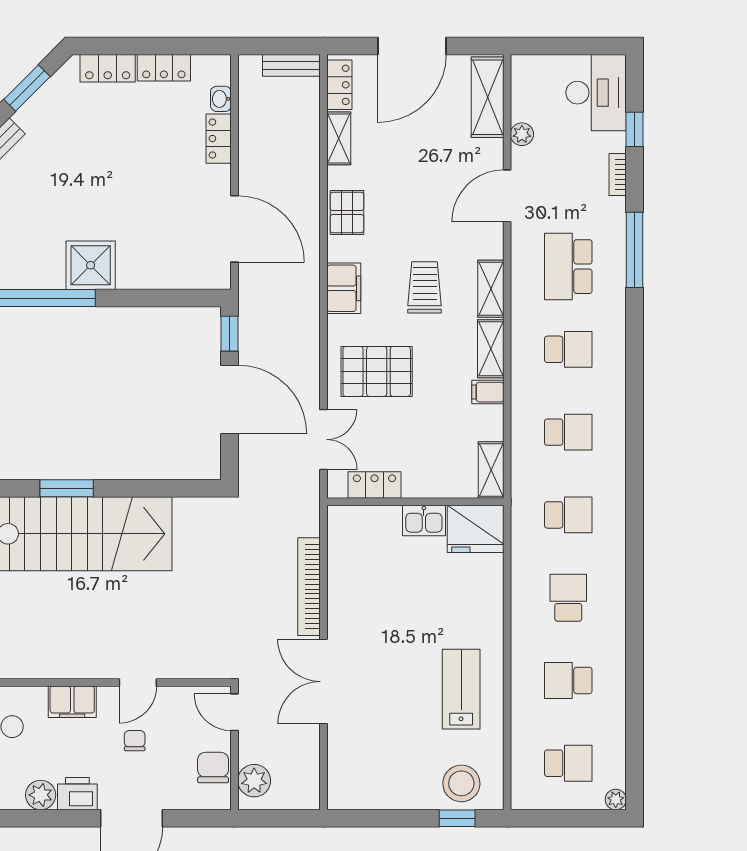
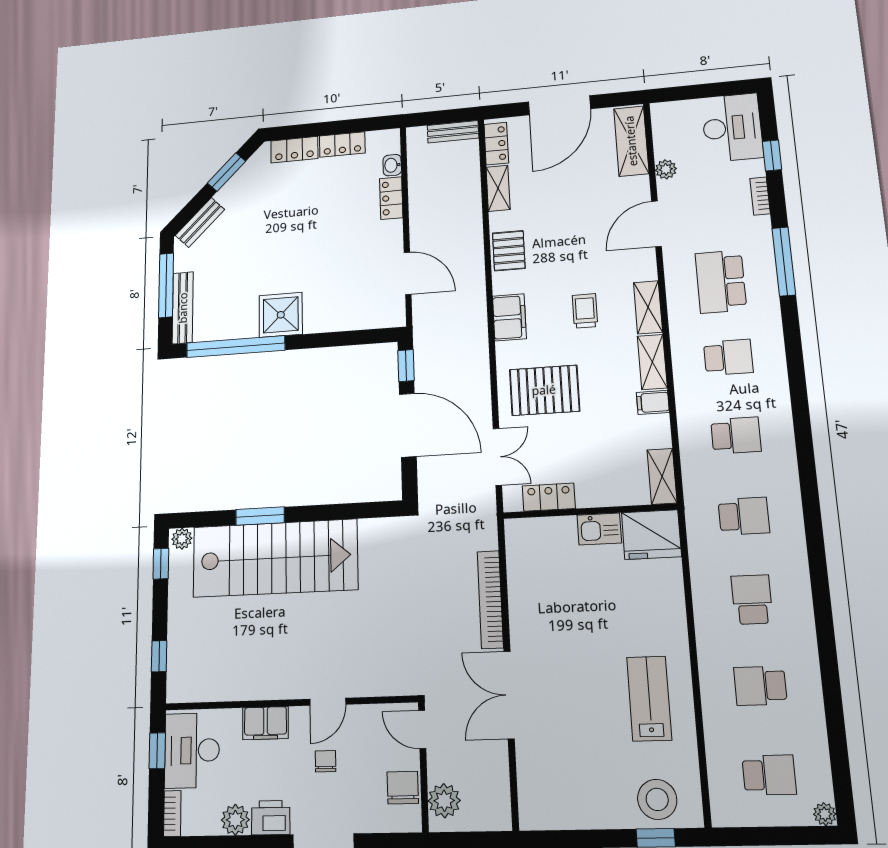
door: (234, 229) -> (408, 273), width x0.73
trolley: (425, 287) -> (585, 311), width x0.73, depth x0.72

